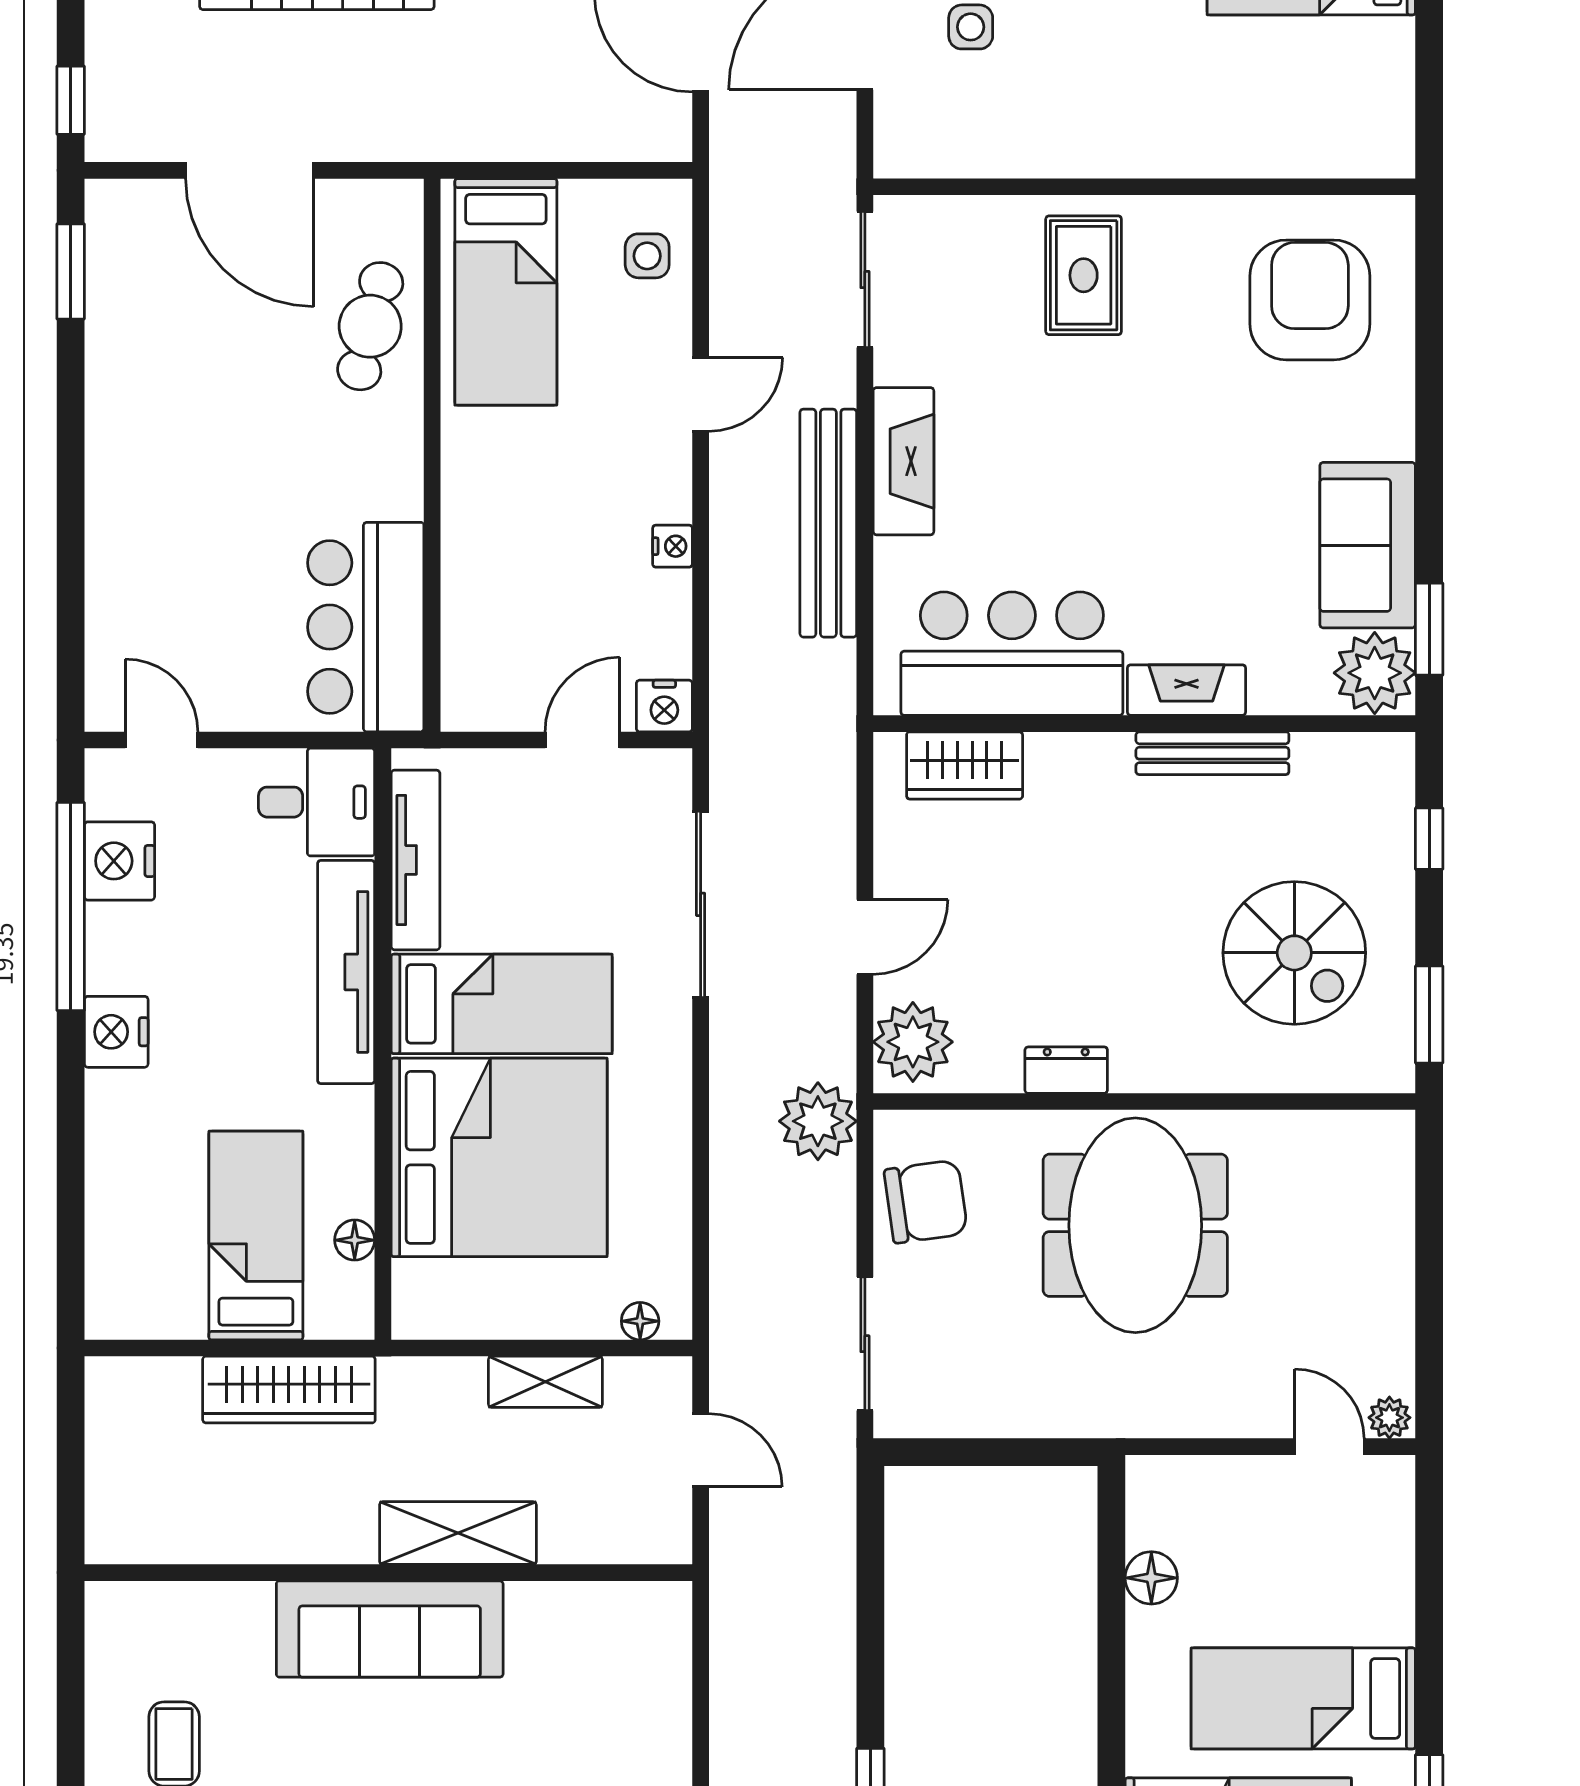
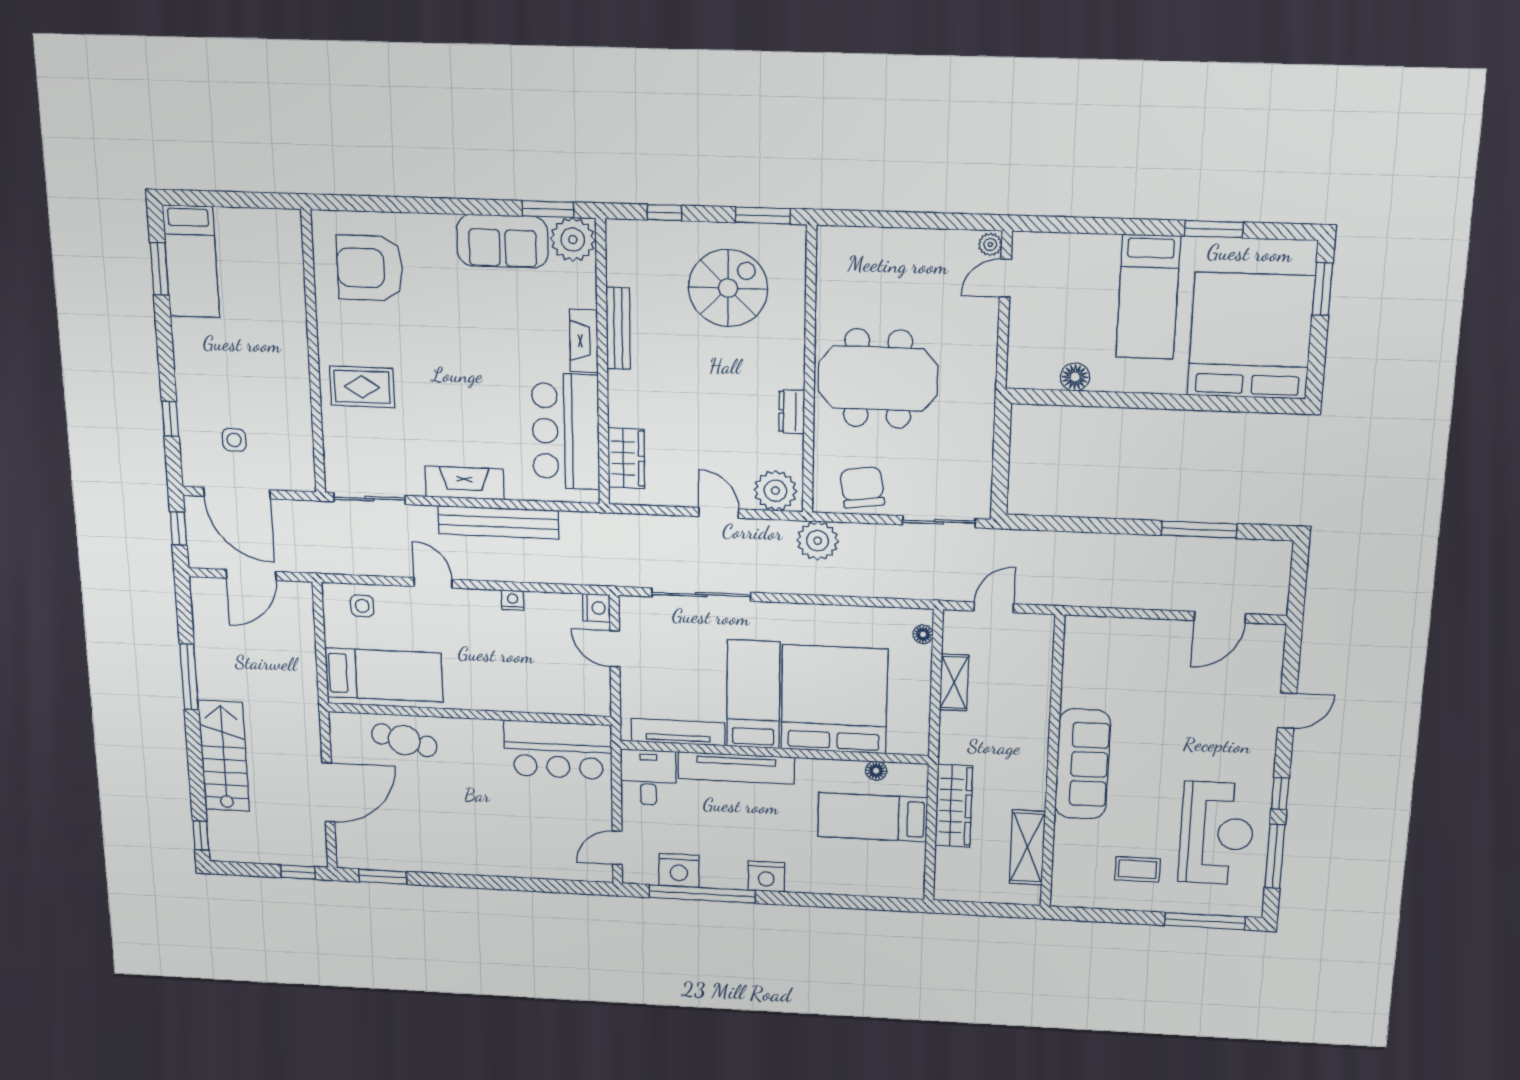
shelving: (458, 1533) -> (1027, 847), moved

